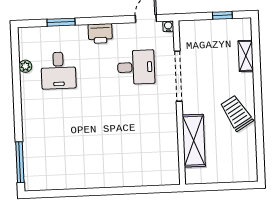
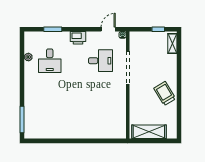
shelving: (246, 56) -> (172, 44), moved
shelving: (194, 141) -> (149, 132), moved, turned 90

